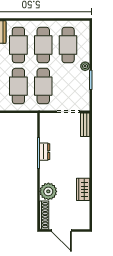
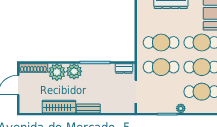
bench: (85, 125) -> (88, 109), moved
dresser: (45, 152) -> (124, 68), moved
plant: (48, 174) -> (74, 71), added
wardrobe: (83, 189) -> (59, 107), width x1.50

